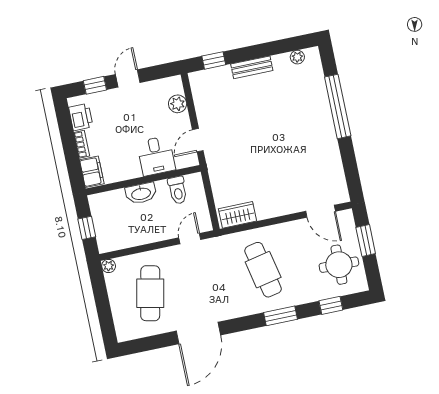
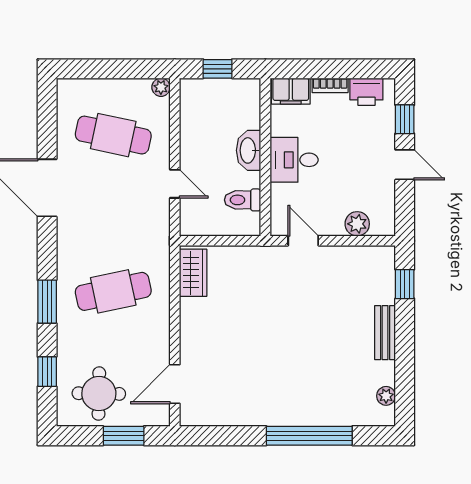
desk: (156, 156) -> (294, 160), moved
door: (190, 239) -> (175, 184), moved

